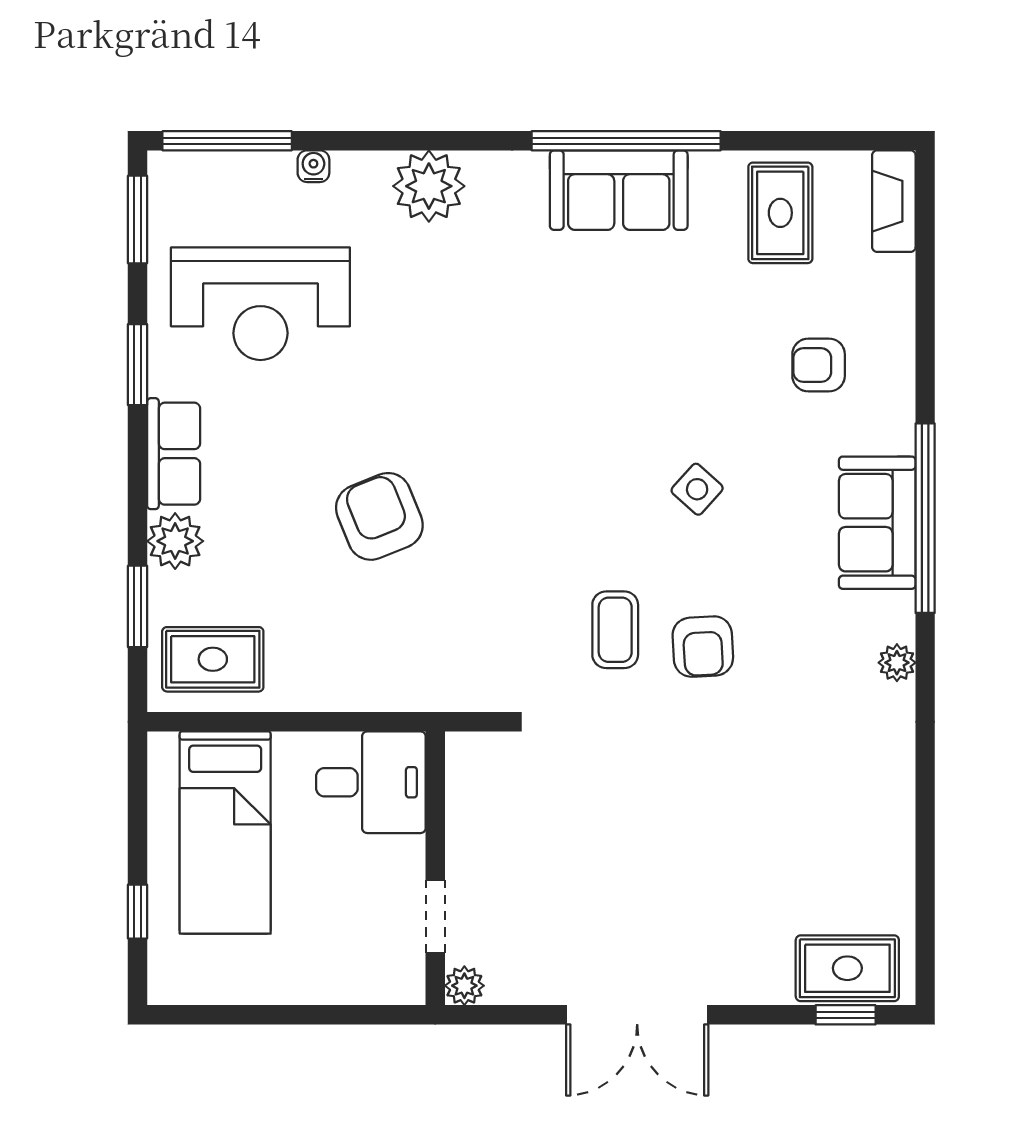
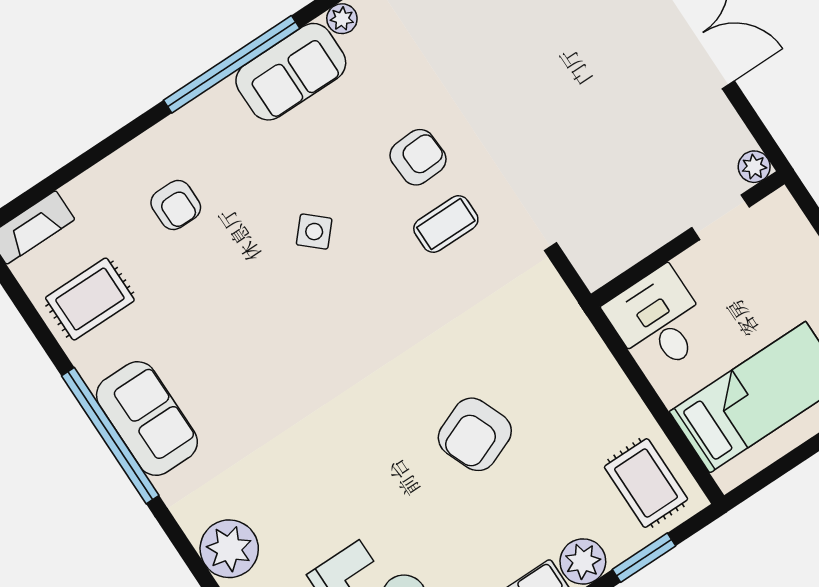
sofa: (877, 523) -> (291, 72), moved

